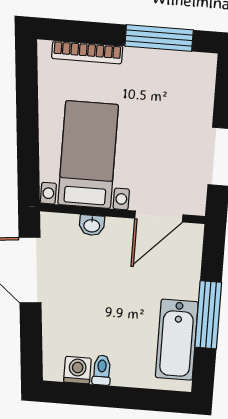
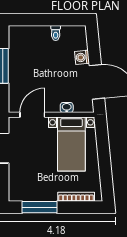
bathtub: (177, 340) -> (18, 52), removed
washing machine: (77, 370) -> (82, 57), moved, turned 85

